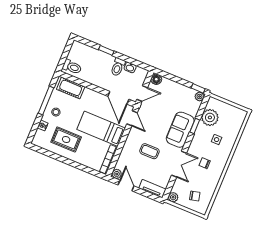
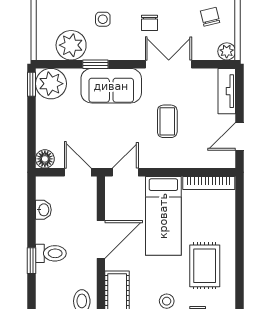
toilet: (118, 67) -> (51, 253), moved
plant: (200, 97) -> (51, 84), width x1.87, depth x1.87
door: (118, 98) -> (101, 240), moved
plant: (117, 174) -> (227, 160), removed

